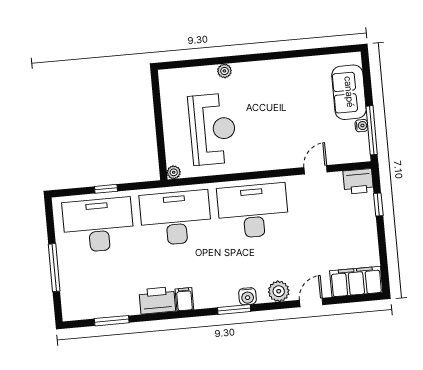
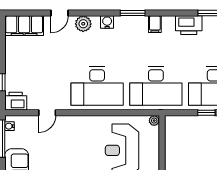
water cooler: (361, 126) -> (9, 126), moved
printer: (157, 300) -> (189, 25), moved
window: (234, 310) -> (133, 13), moved

